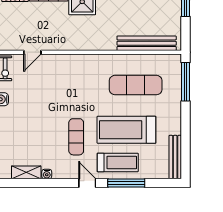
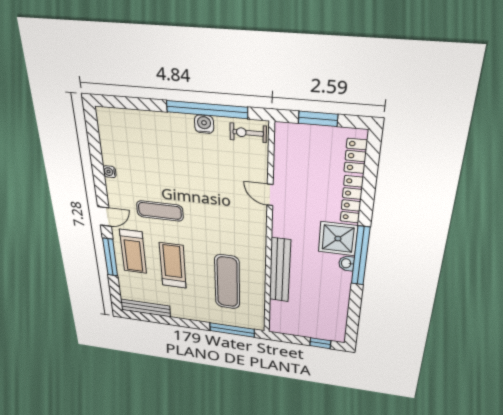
bench: (147, 43) -> (280, 270), moved
door: (32, 52) -> (270, 195), moved
treadmill: (126, 130) -> (173, 266), width x0.73, depth x0.73
shelving: (26, 172) -> (108, 147), removed

